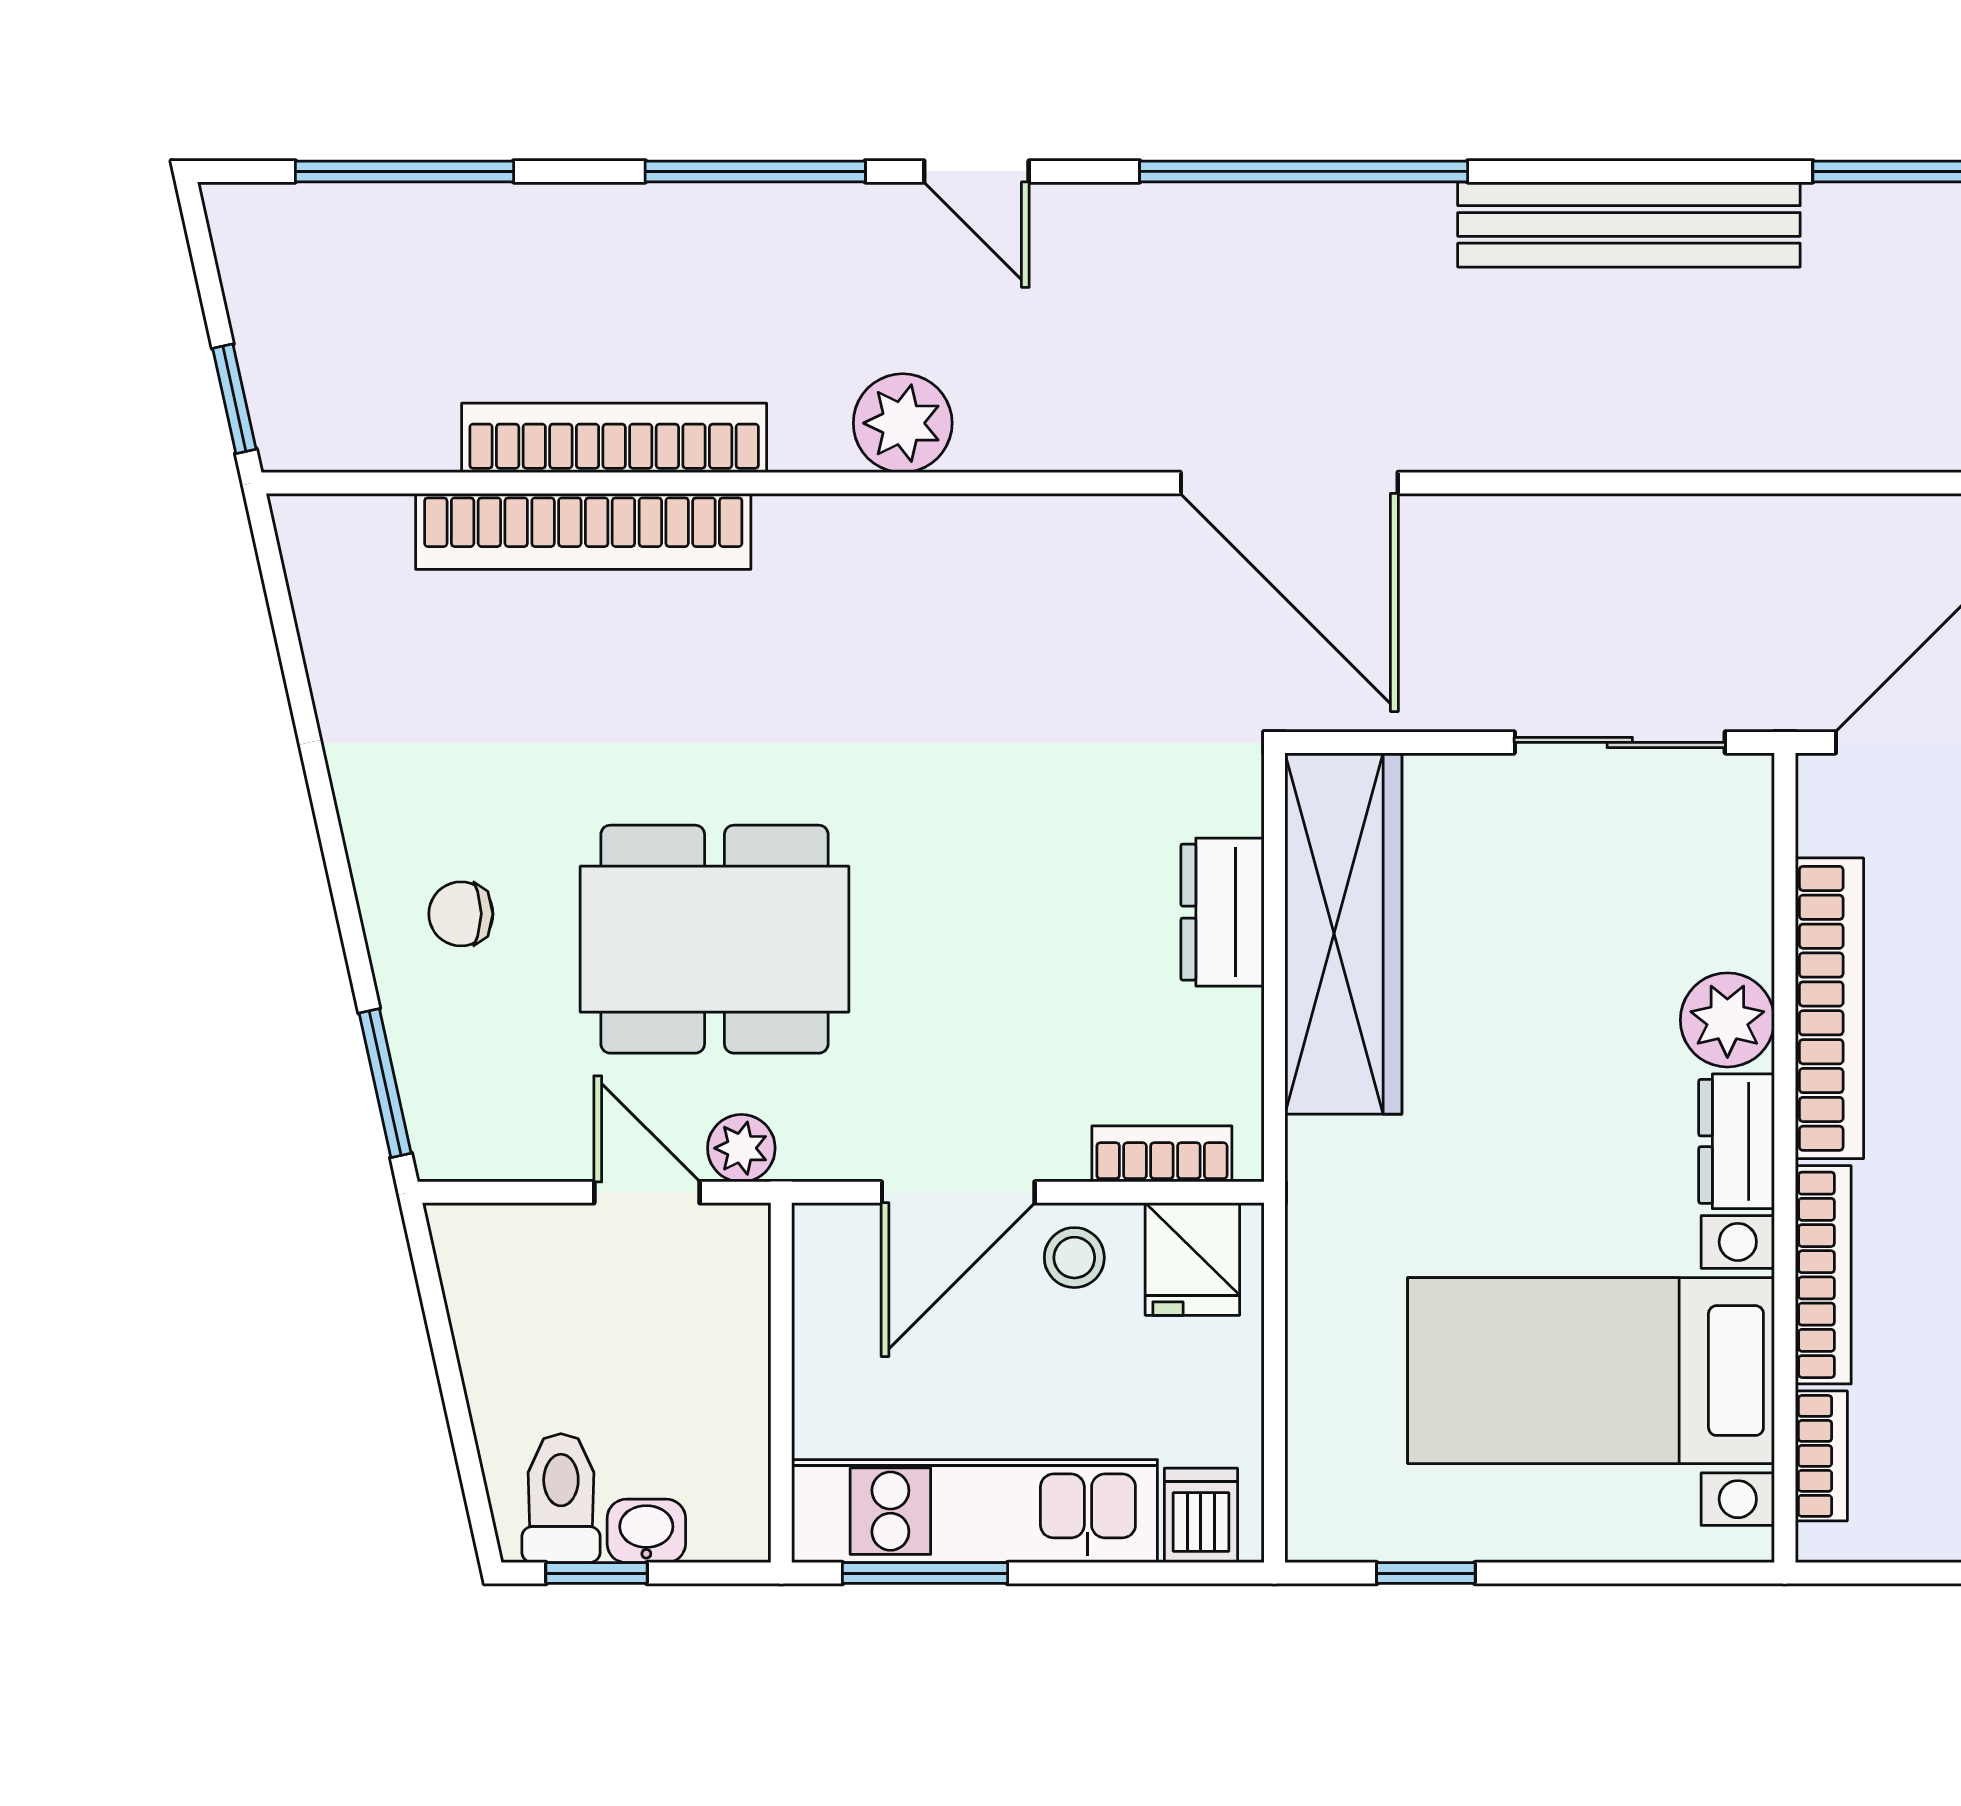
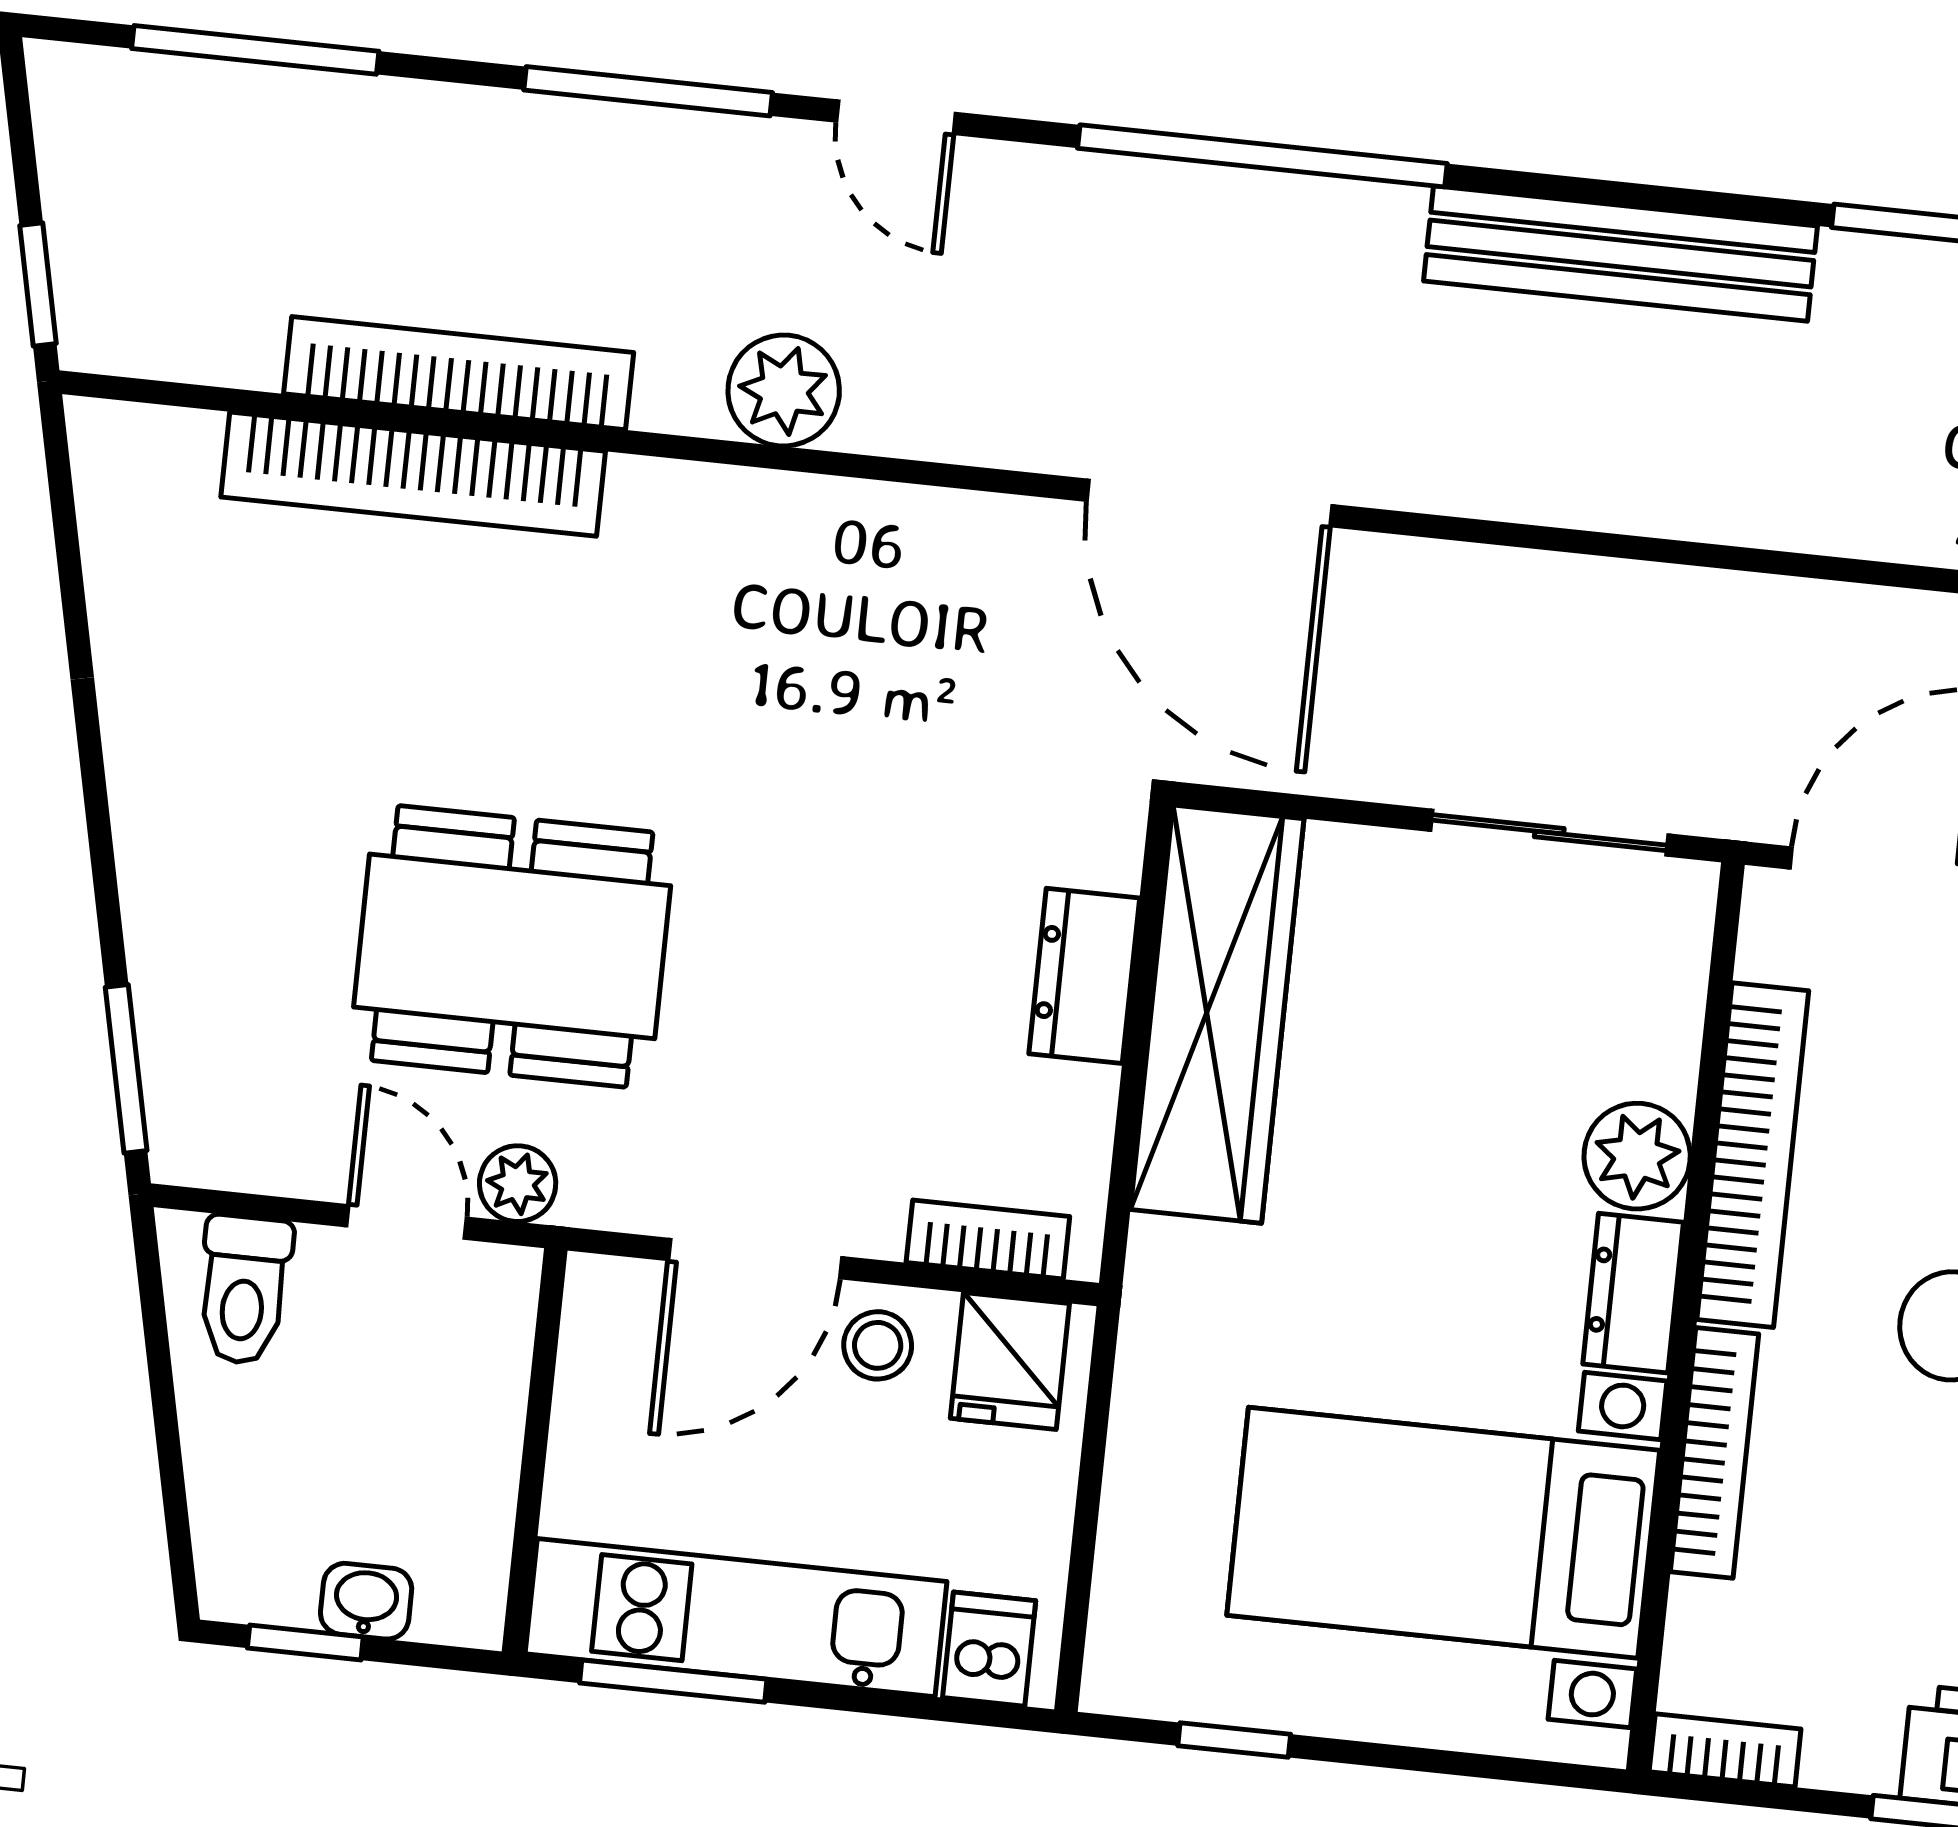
chair: (461, 914) -> (231, 888), removed
bookcase: (1821, 1456) -> (1725, 1750), moved, turned -90
toilet: (561, 1498) -> (244, 1290), moved, turned 180

